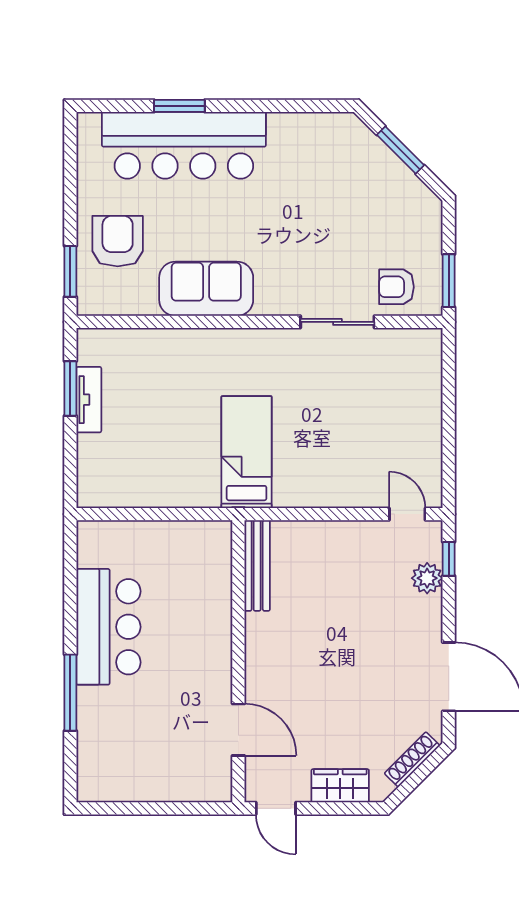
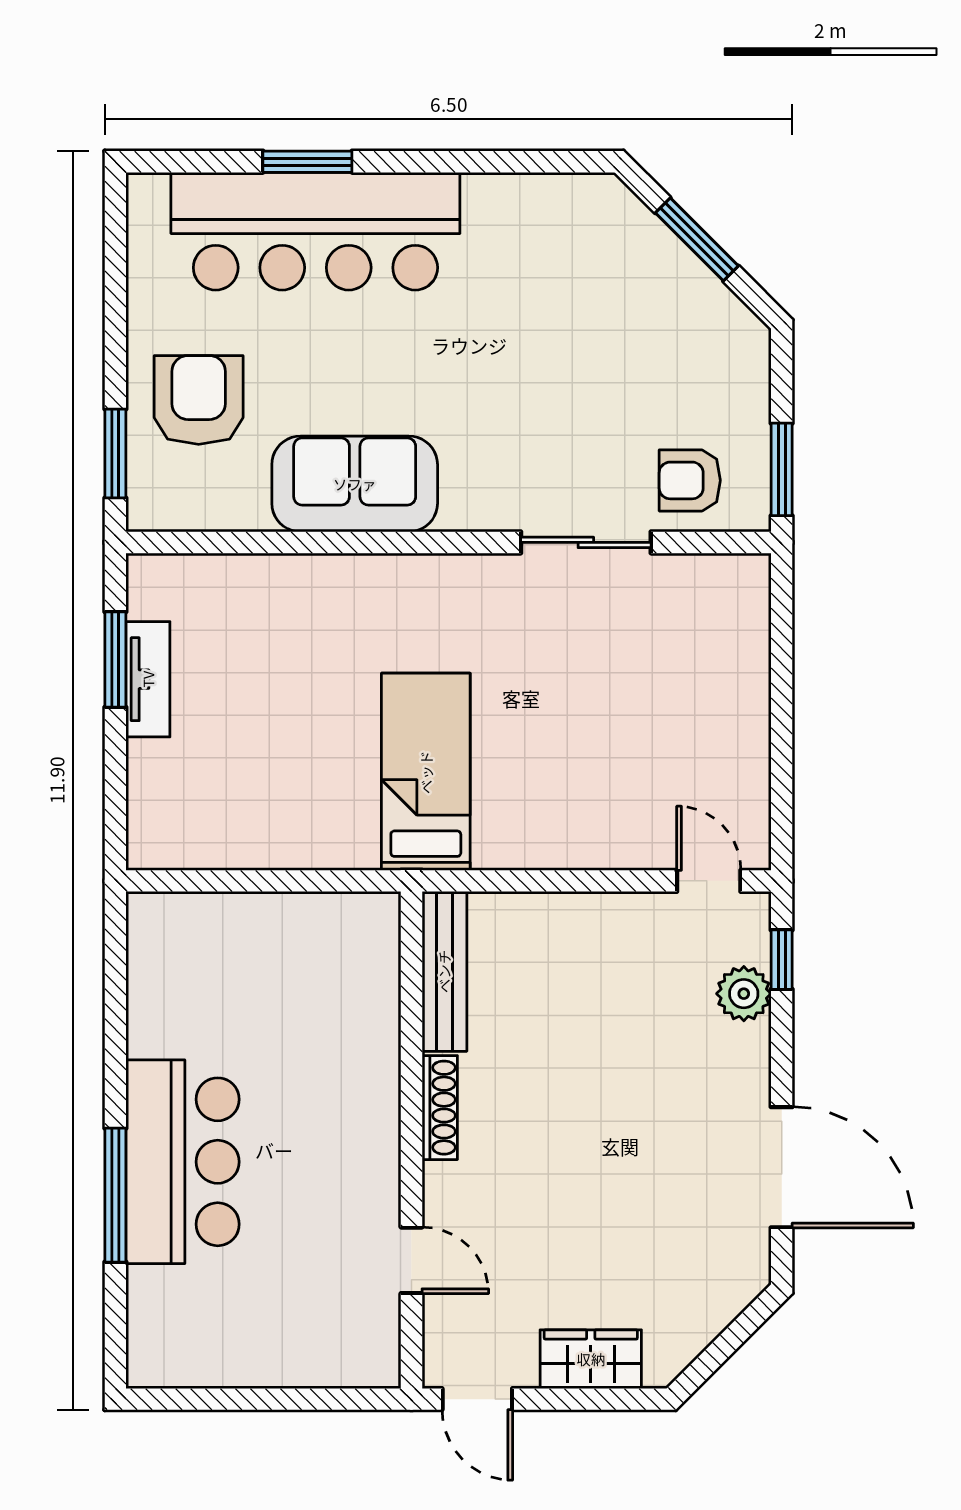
bar counter: (108, 627) -> (183, 1162), moved
door: (238, 730) -> (411, 1260), width x0.73
shoe rack: (412, 759) -> (440, 1108), moved, turned 135

